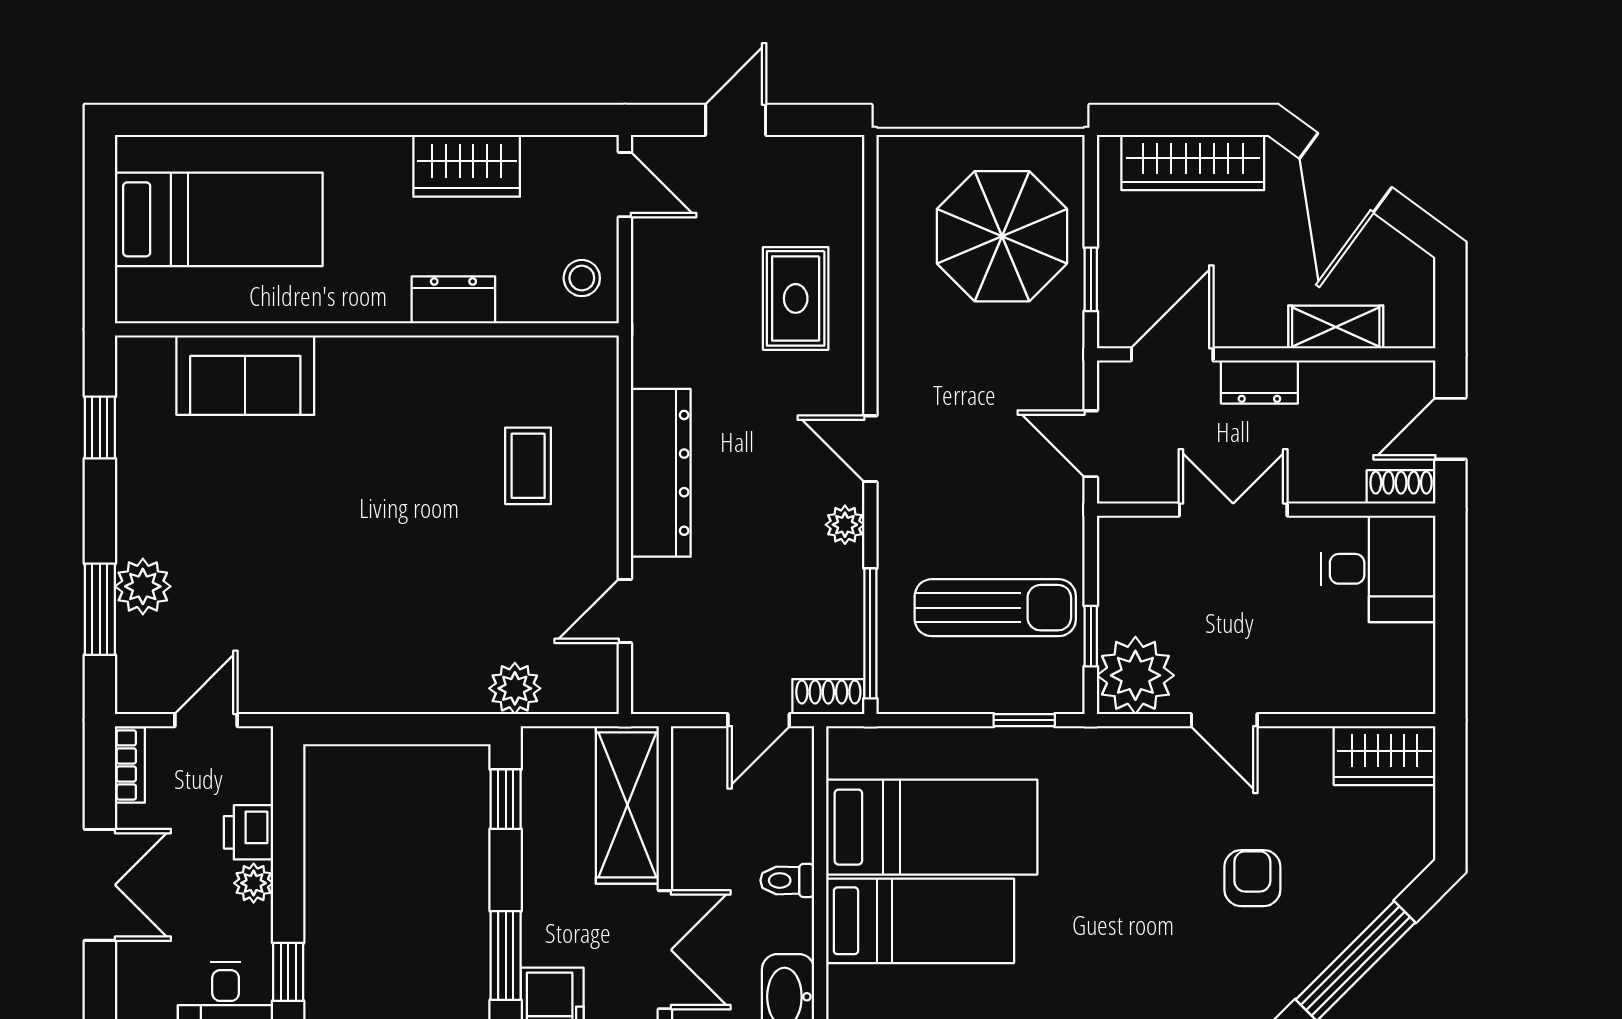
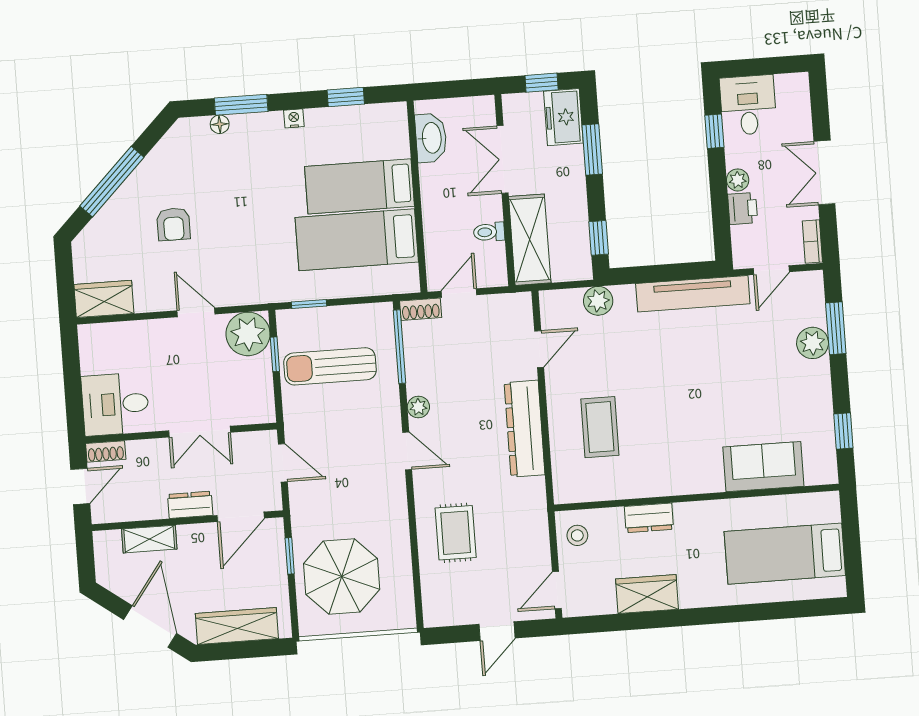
door: (625, 185) -> (557, 590), hinge flipped
coffee table: (528, 466) -> (600, 427), width x1.36, depth x1.30
tv unit: (347, 689) -> (693, 294), added
toilet: (787, 880) -> (489, 232), moved, turned 180

